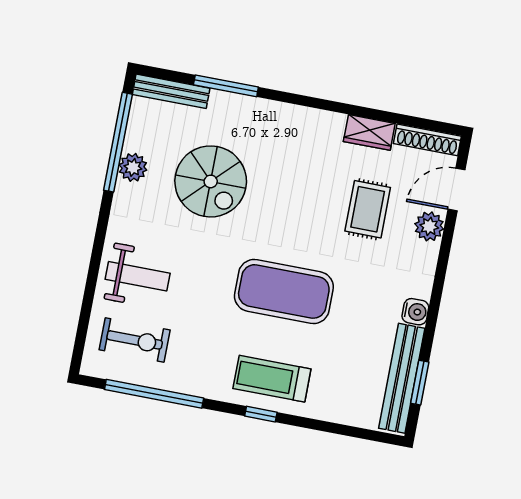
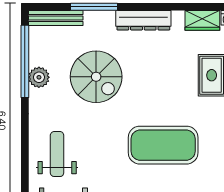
dresser: (289, 117) -> (143, 20), added
weight bench: (138, 276) -> (57, 154), turned -90

